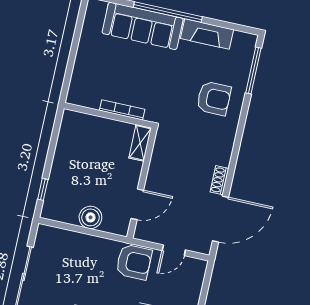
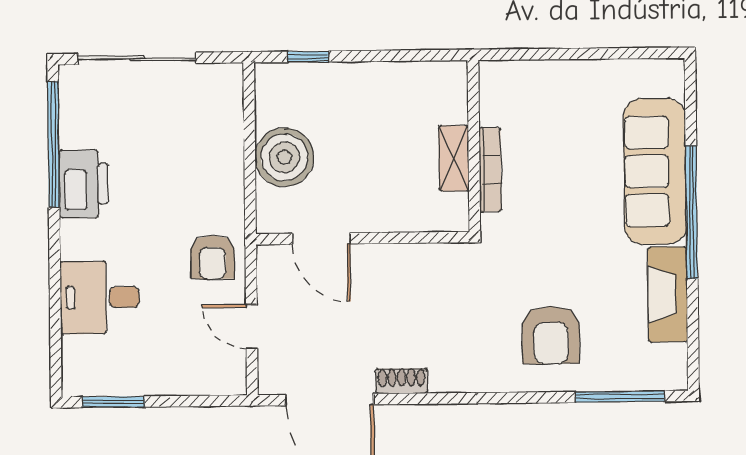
shelving: (140, 143) -> (454, 158), moved, turned 90
boiler: (90, 217) -> (284, 157), width x1.37, depth x1.37
armchair: (134, 262) -> (212, 257), width x0.72, depth x0.72

